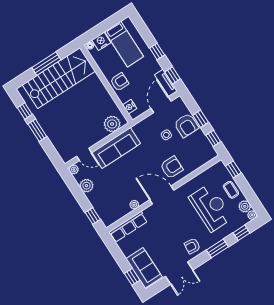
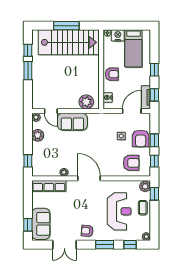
sofa: (116, 148) -> (72, 122), width x0.73
armchair: (172, 167) -> (131, 163), moved
plant: (245, 206) -> (145, 186), moved

